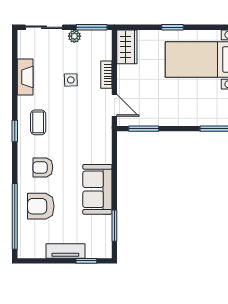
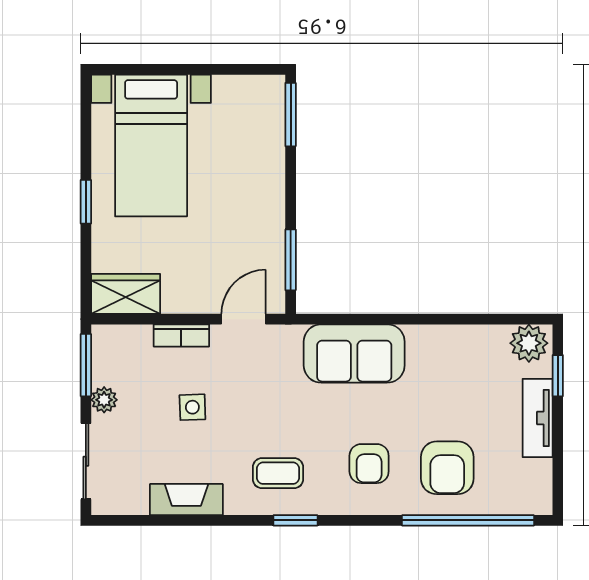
sofa: (97, 189) -> (354, 354), moved
window: (114, 226) -> (486, 319), removed
plant: (102, 247) -> (529, 343), added

